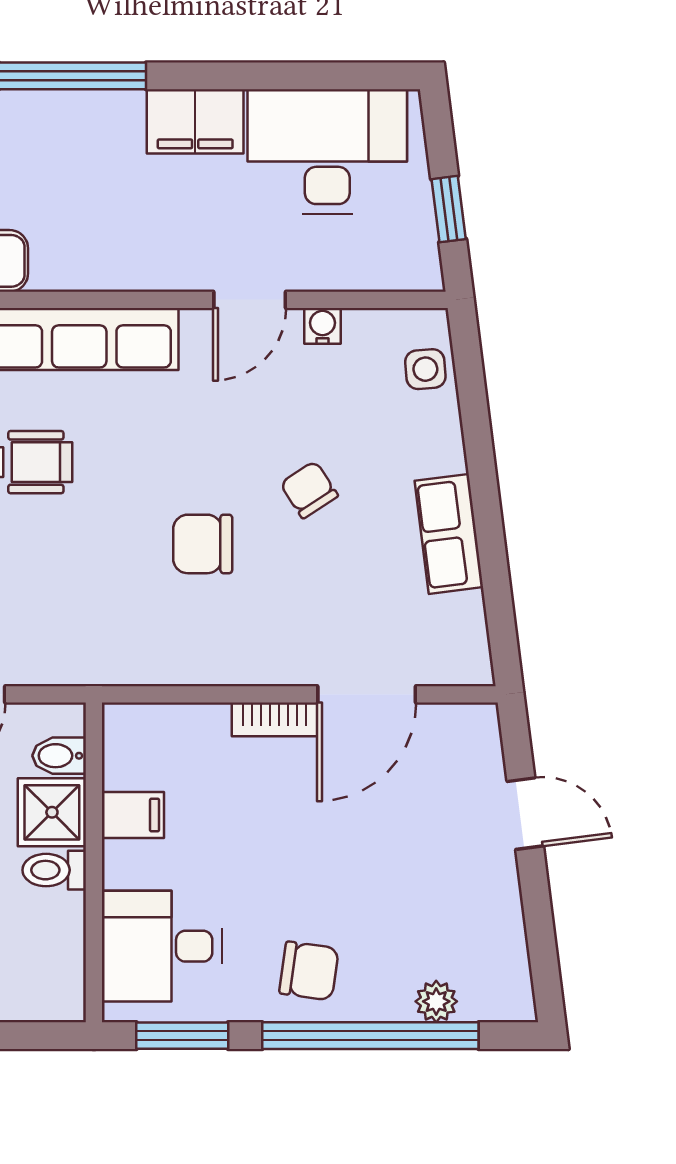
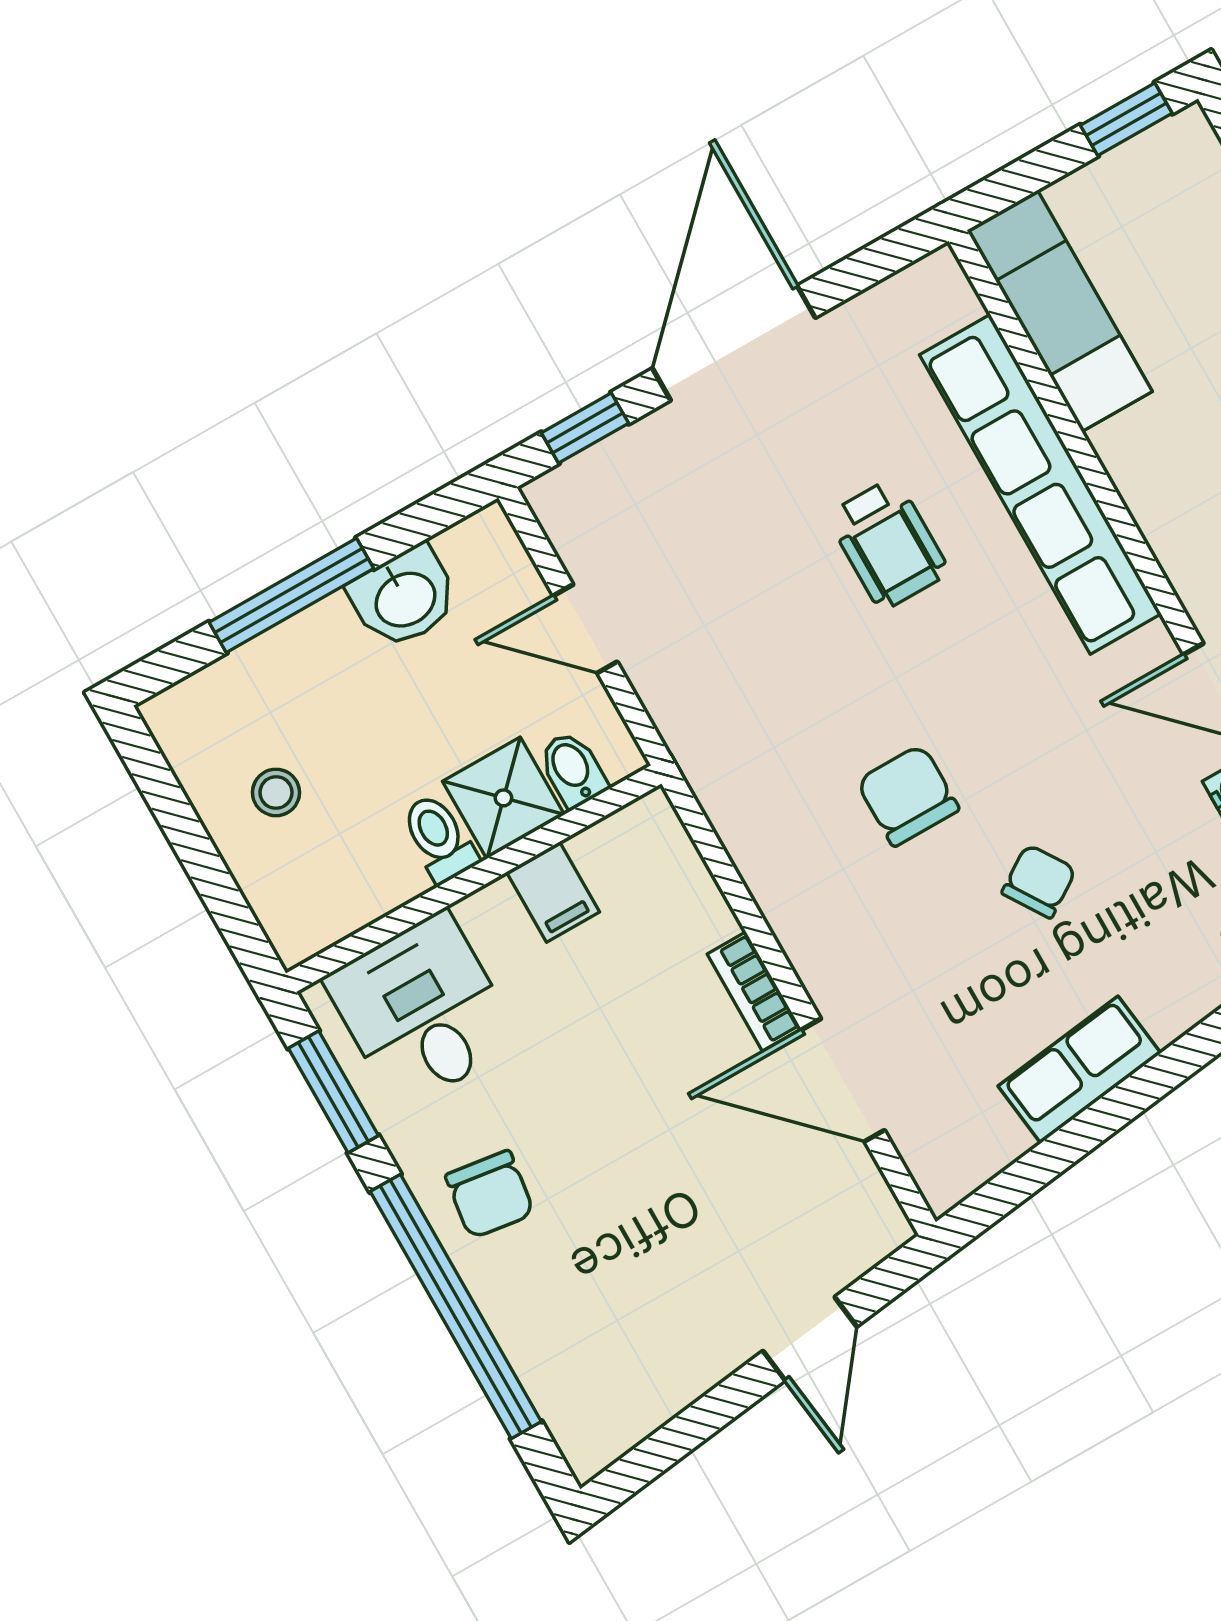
plant: (436, 1001) -> (538, 1360), removed

